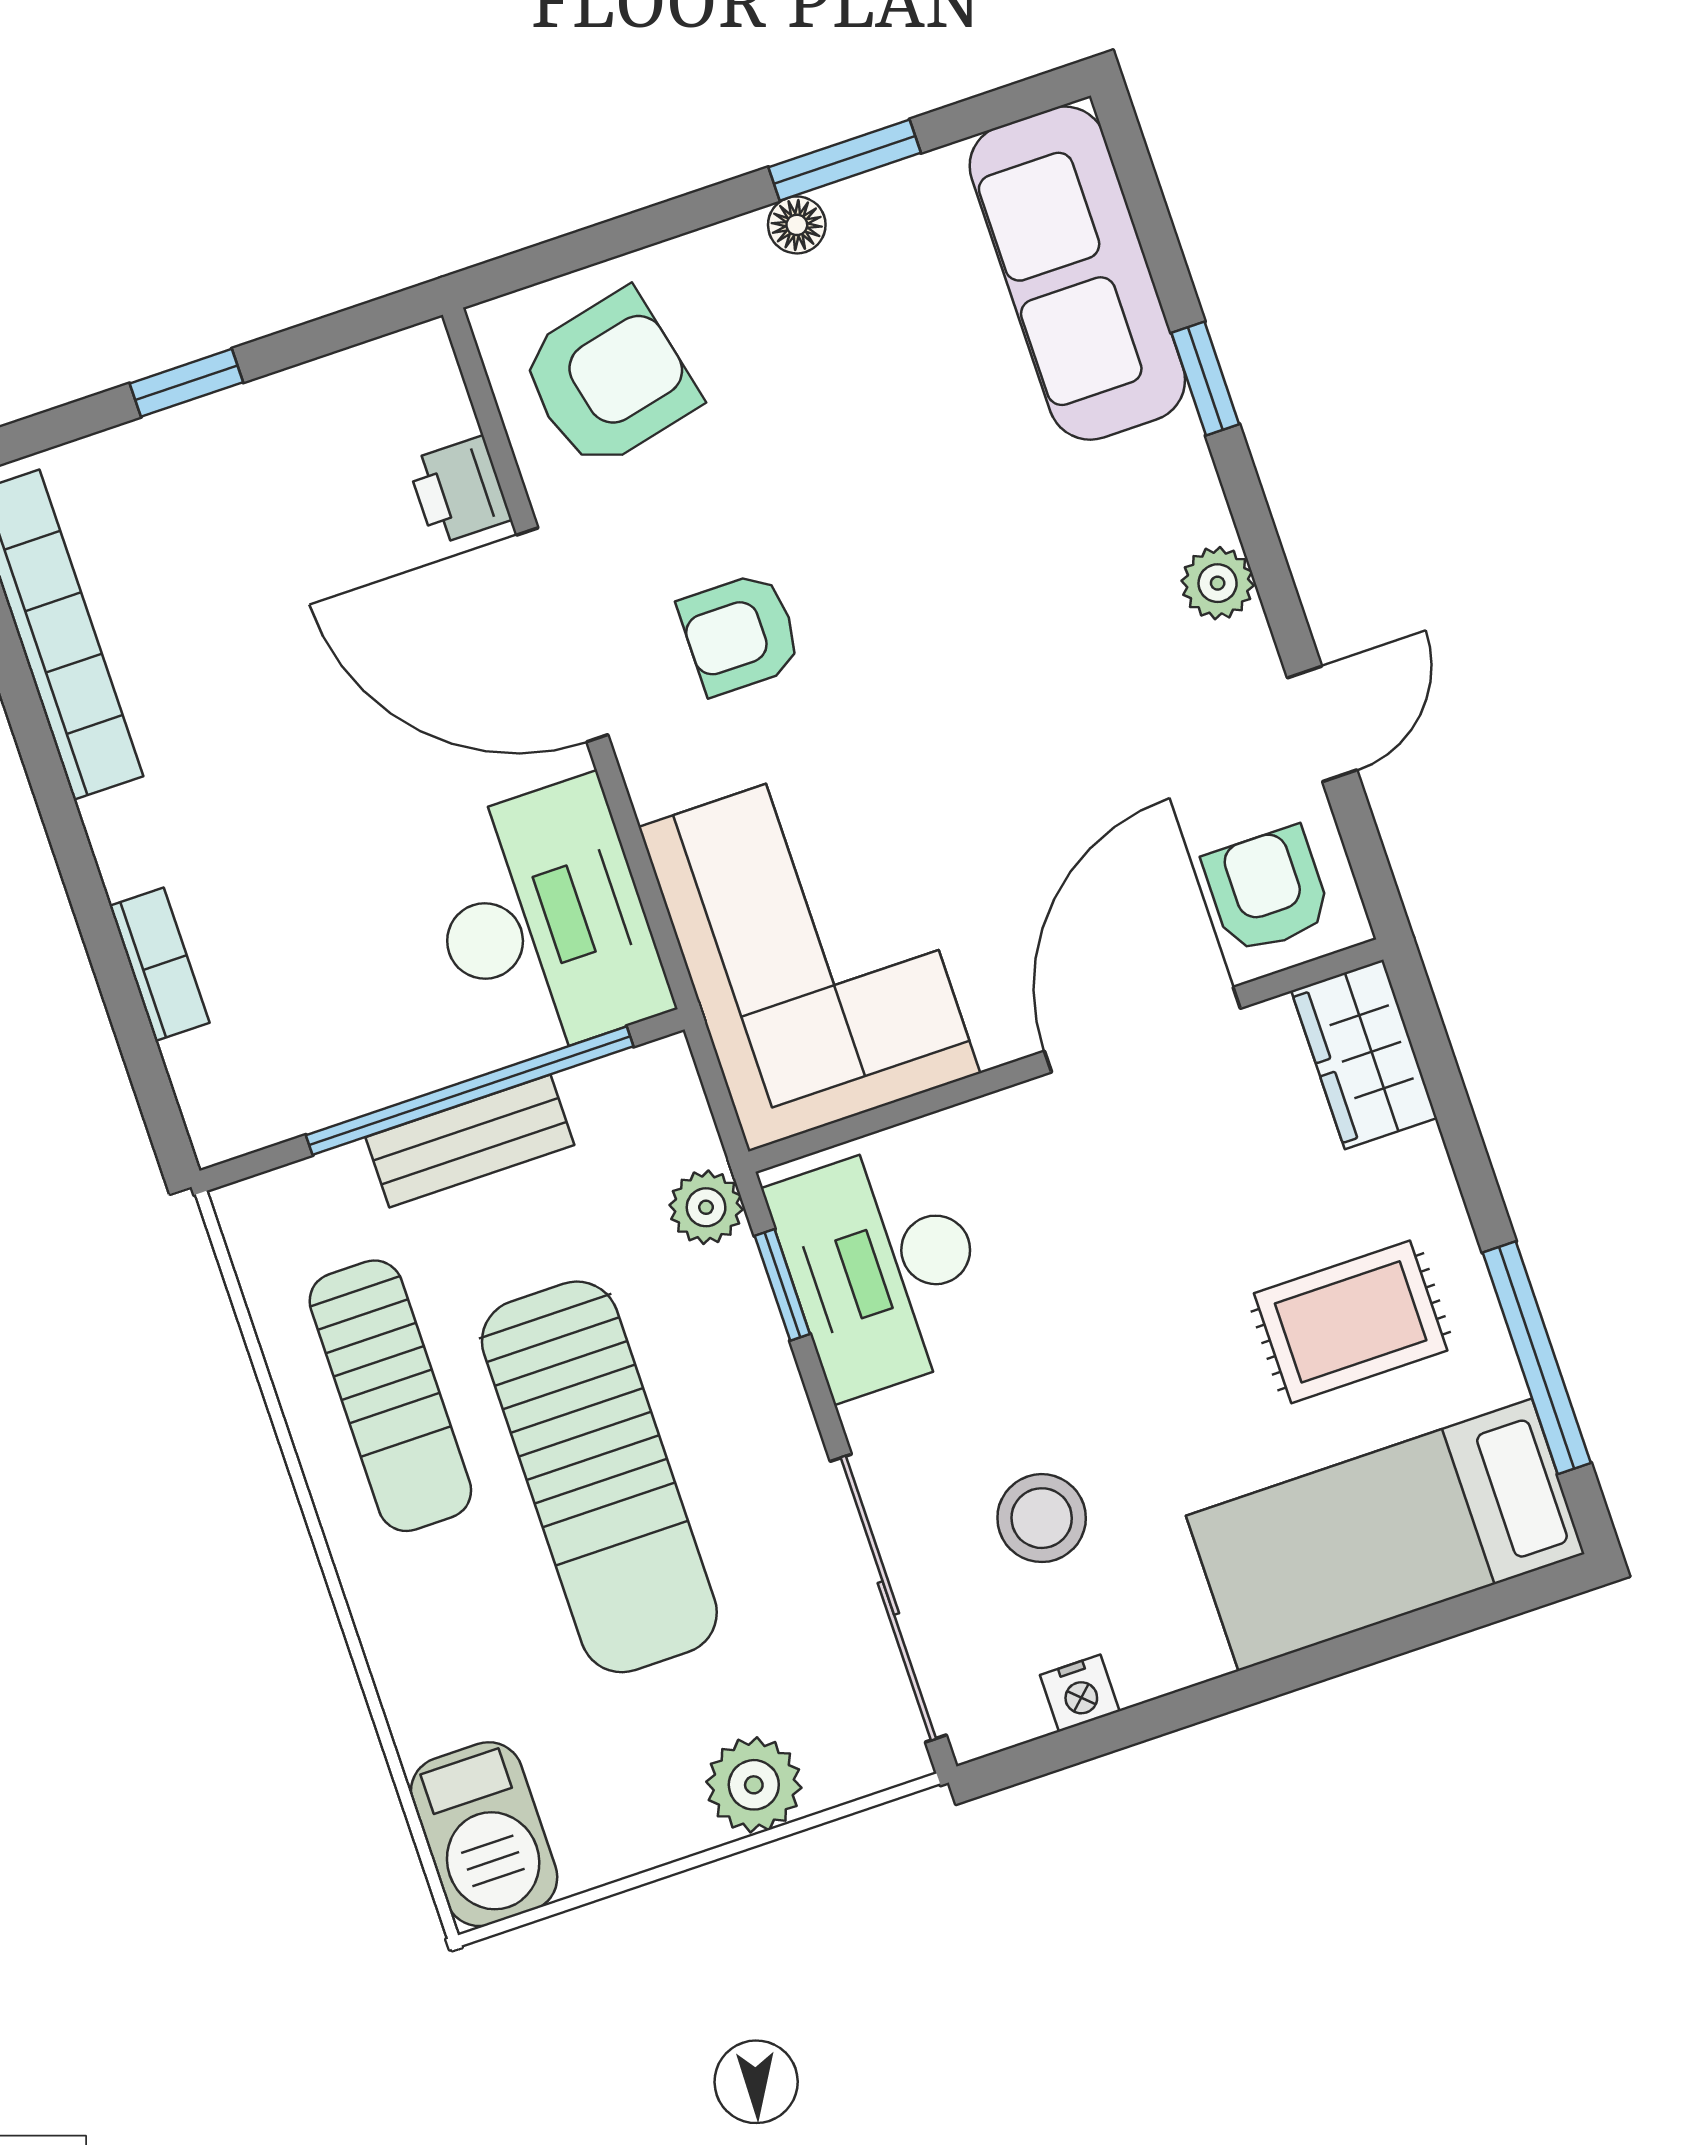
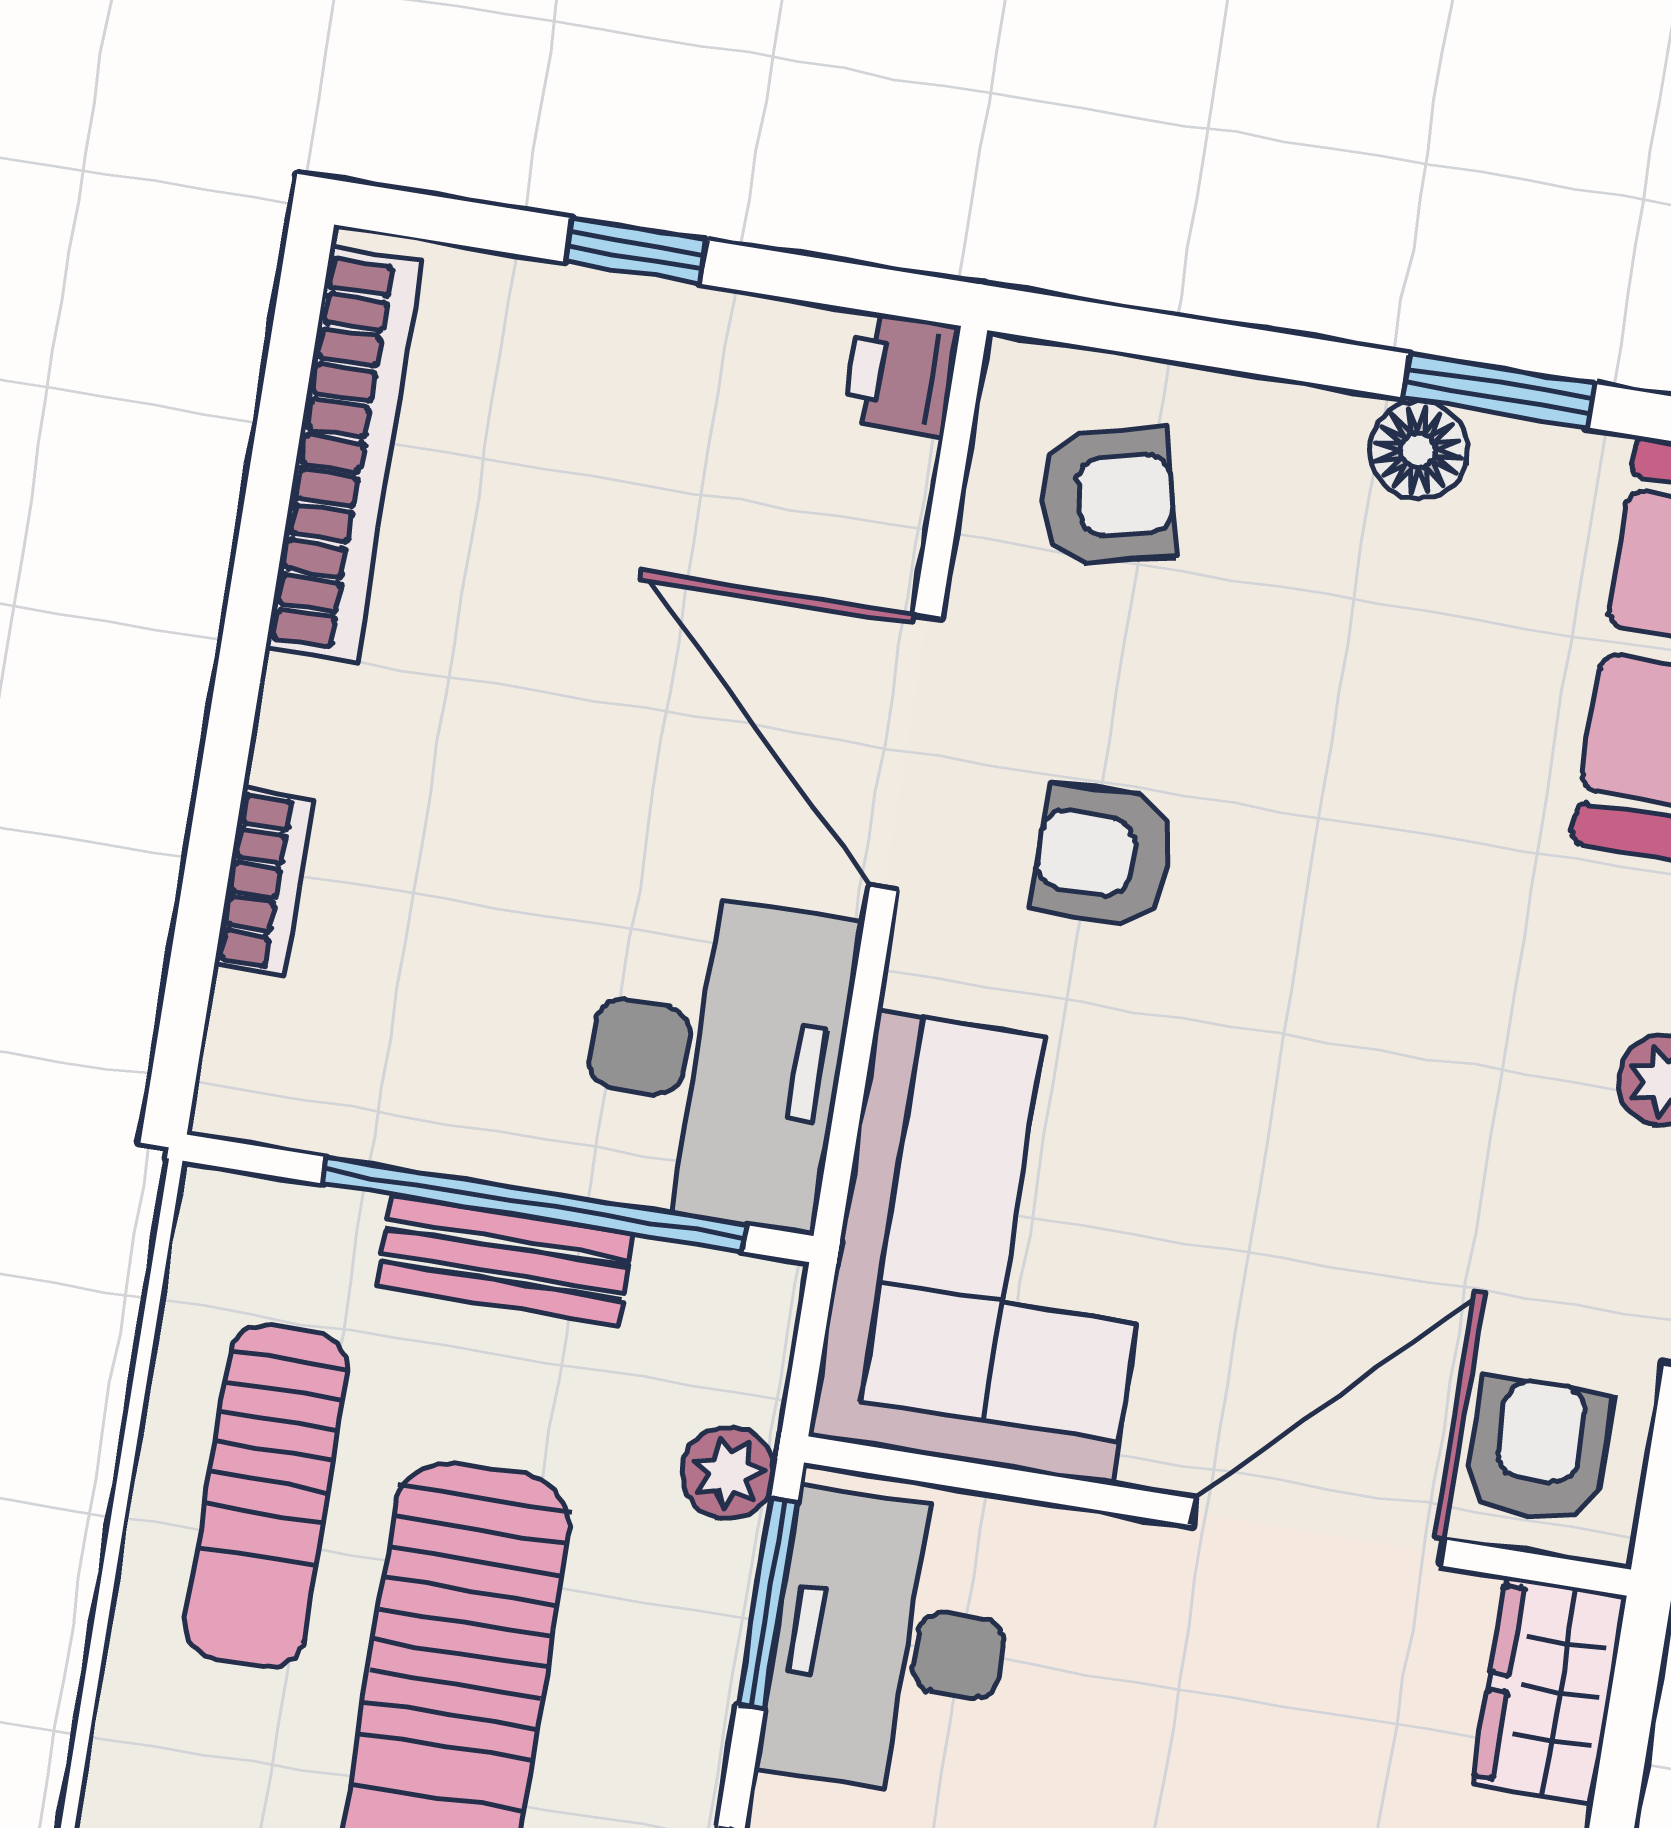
floor lamp: (797, 225) -> (1418, 450), width x1.37, depth x1.37
armchair: (609, 380) -> (1107, 496), width x0.72, depth x0.72
printer: (459, 490) -> (901, 373), moved
window: (782, 1285) -> (767, 1604), width x1.50

